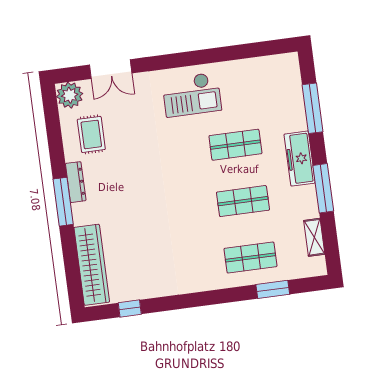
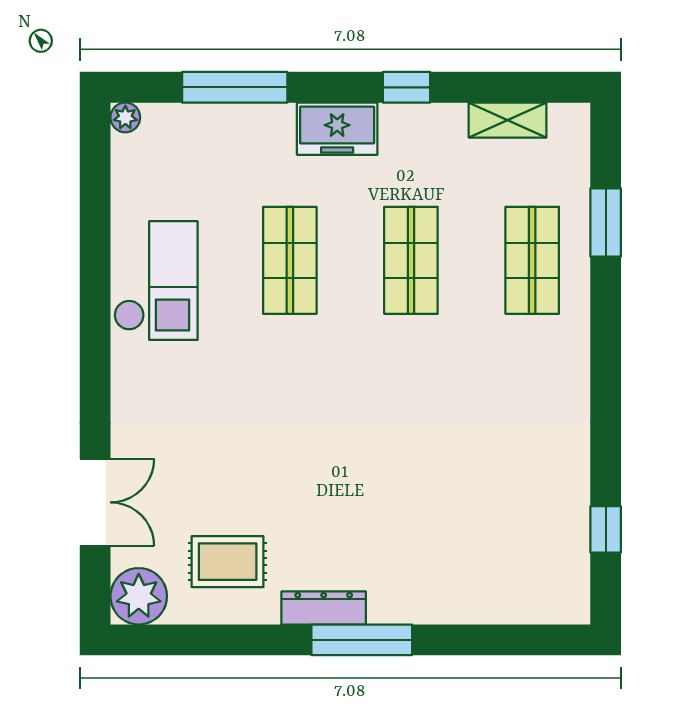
plant: (292, 59) -> (125, 117), added
checkout: (192, 95) -> (156, 281), moved
freezer: (300, 159) -> (337, 129), width x0.71
window: (323, 188) -> (407, 87), width x0.46
wardrobe: (92, 265) -> (503, 597), removed

